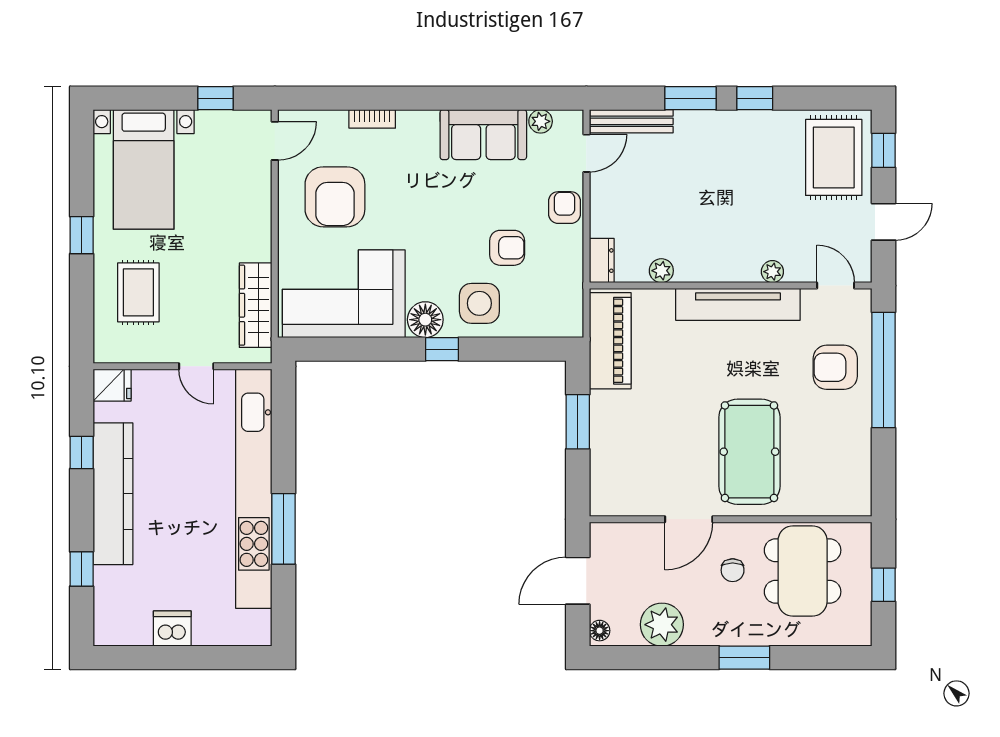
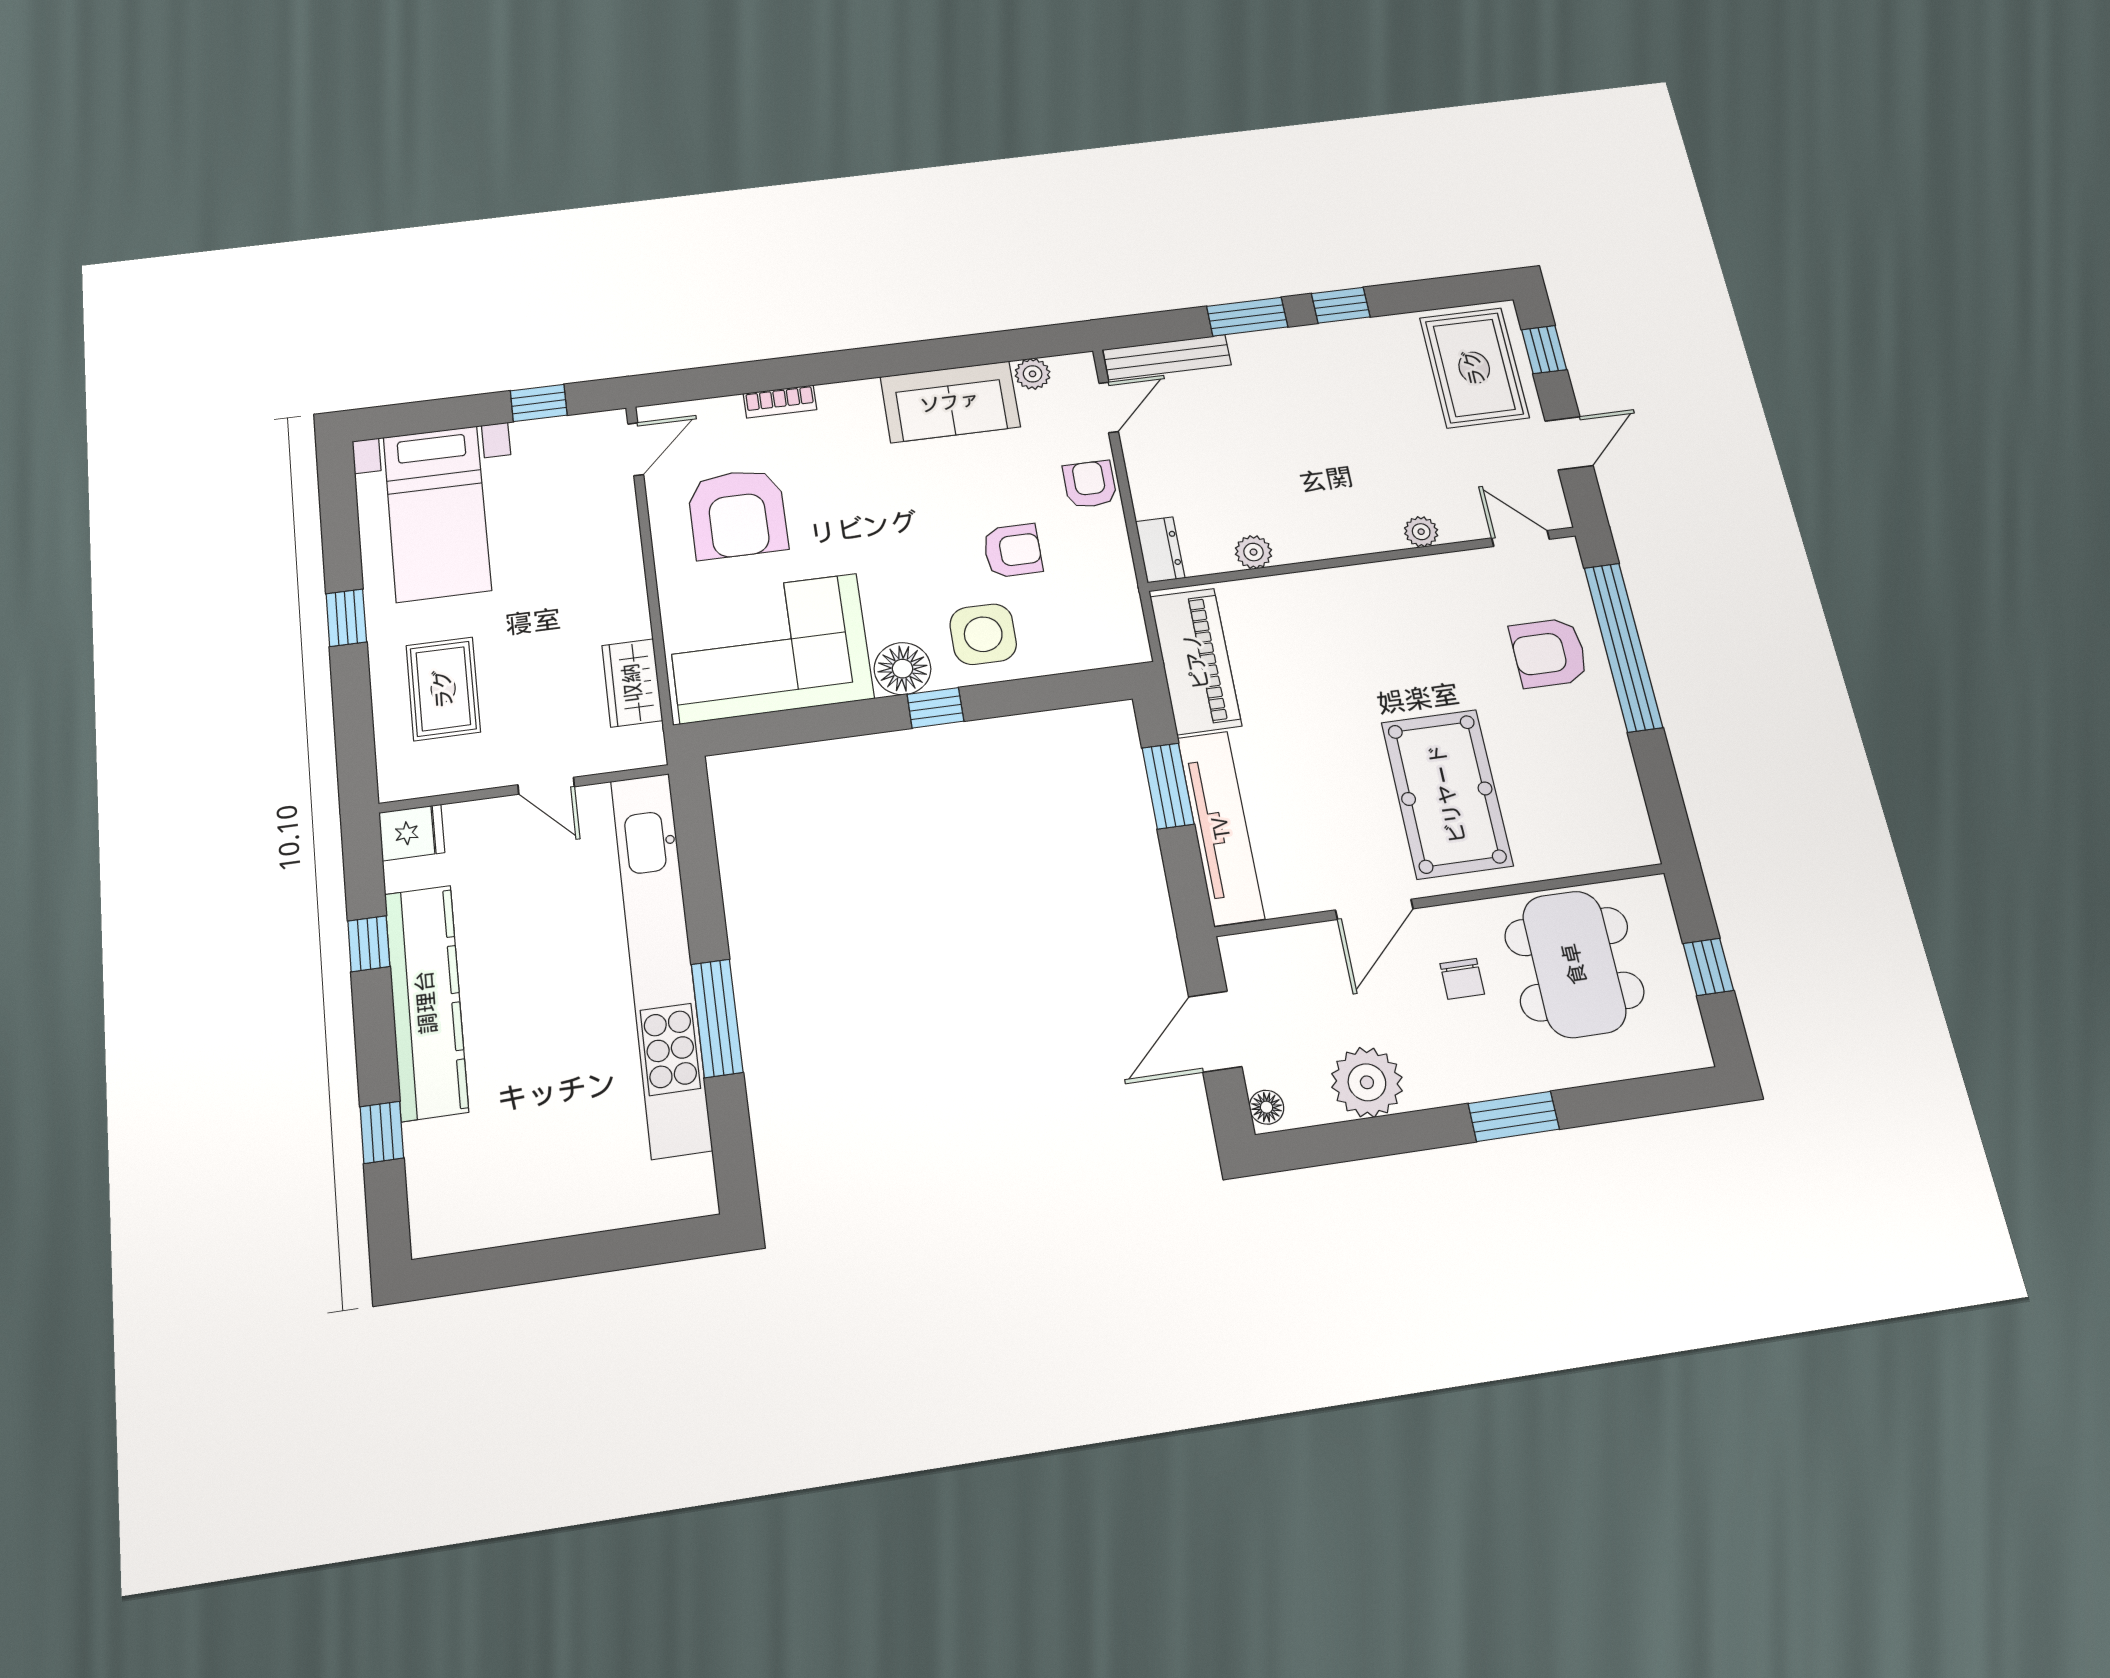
tv unit: (738, 304) -> (1221, 828), moved, turned -90
wardrobe: (256, 305) -> (632, 683), width x0.67
dishwasher: (172, 629) -> (546, 1210), removed

